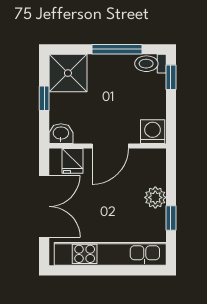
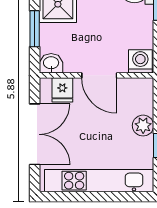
window: (44, 98) -> (35, 29), width x1.50
door: (110, 146) -> (99, 75), hinge flipped

